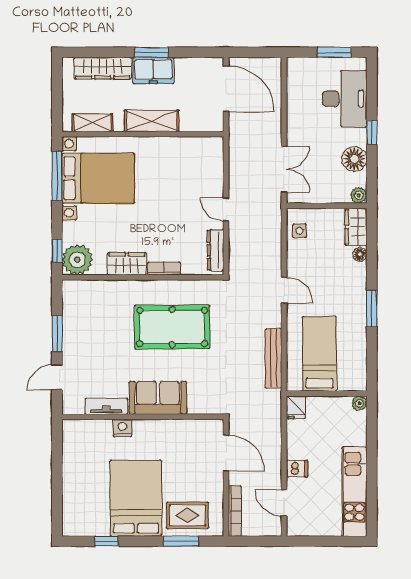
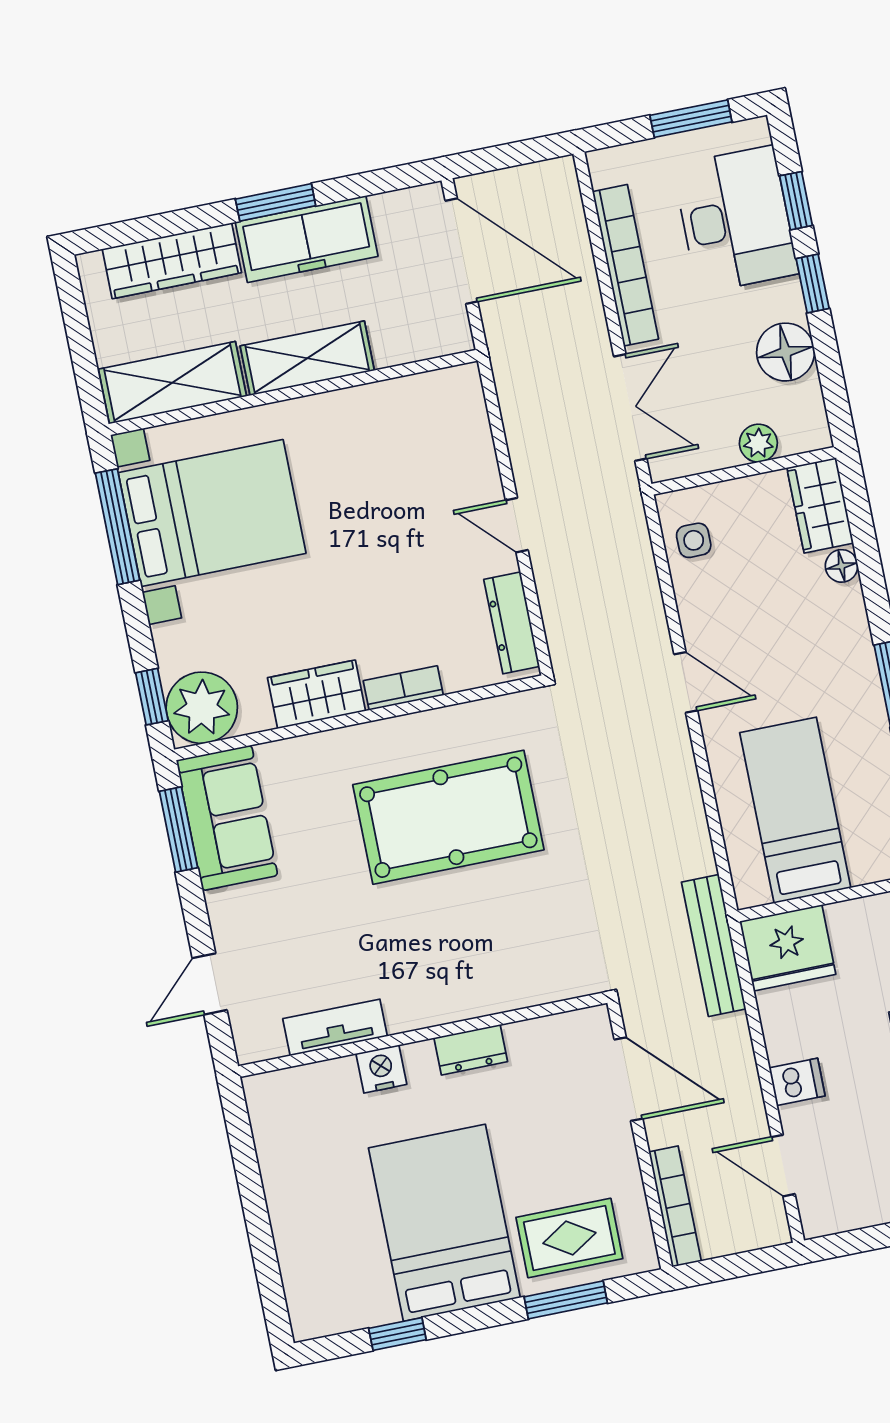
freezer: (153, 70) -> (307, 239), width x1.40
window: (372, 96) -> (796, 201), added
bookcase: (294, 109) -> (625, 265), added
shelving: (93, 123) -> (172, 383), width x1.50, depth x1.33
plant: (359, 195) -> (758, 443), moved
window: (57, 334) -> (179, 830), moved
bench: (273, 358) -> (714, 946), moved
sofa: (158, 398) -> (227, 818), moved, turned 90
fridge: (296, 407) -> (788, 948), width x1.88, depth x1.34
dresser: (162, 427) -> (471, 1050), added

